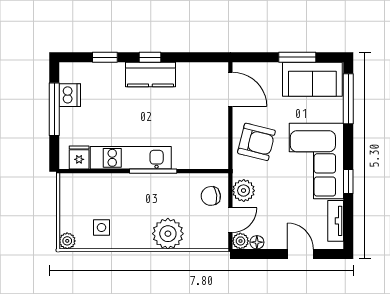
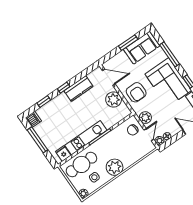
kitchen counter: (150, 74) -> (78, 89), moved
dishwasher: (70, 95) -> (33, 119), moved
window: (348, 99) -> (170, 54), moved
plant: (214, 129) -> (114, 100), added
armchair: (256, 142) -> (136, 92), turned 76
cafe table: (95, 194) -> (81, 164), added
plant: (168, 234) -> (115, 167), moved

